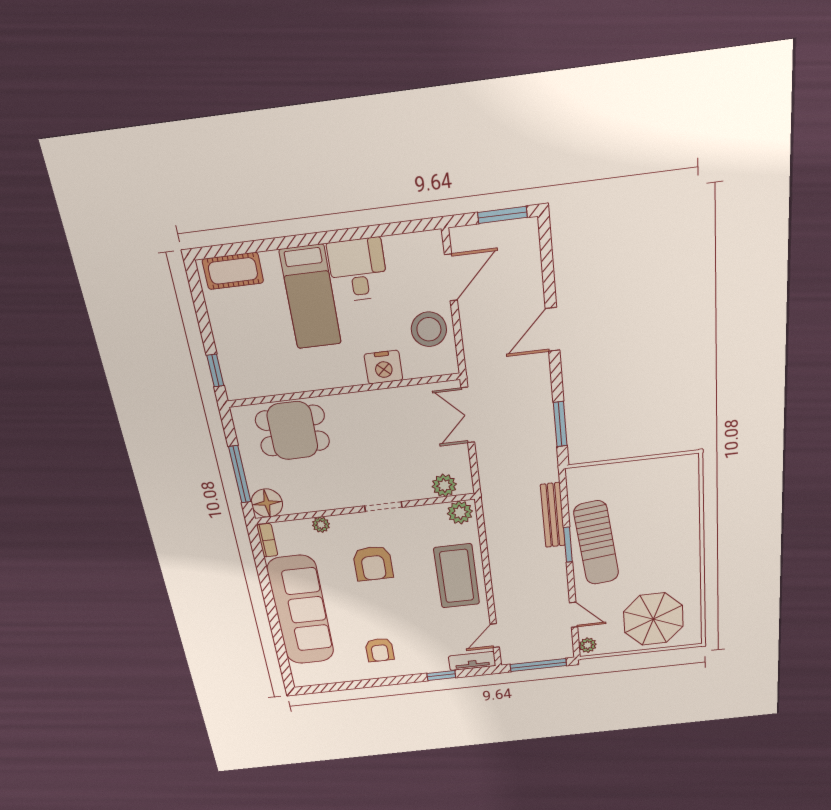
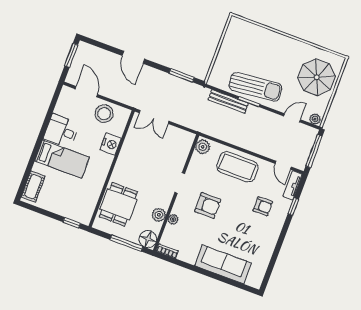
plant: (444, 485) -> (159, 215), moved
sofa: (301, 610) -> (223, 264), width x0.74, depth x0.79
armchair: (380, 650) -> (263, 206), moved

